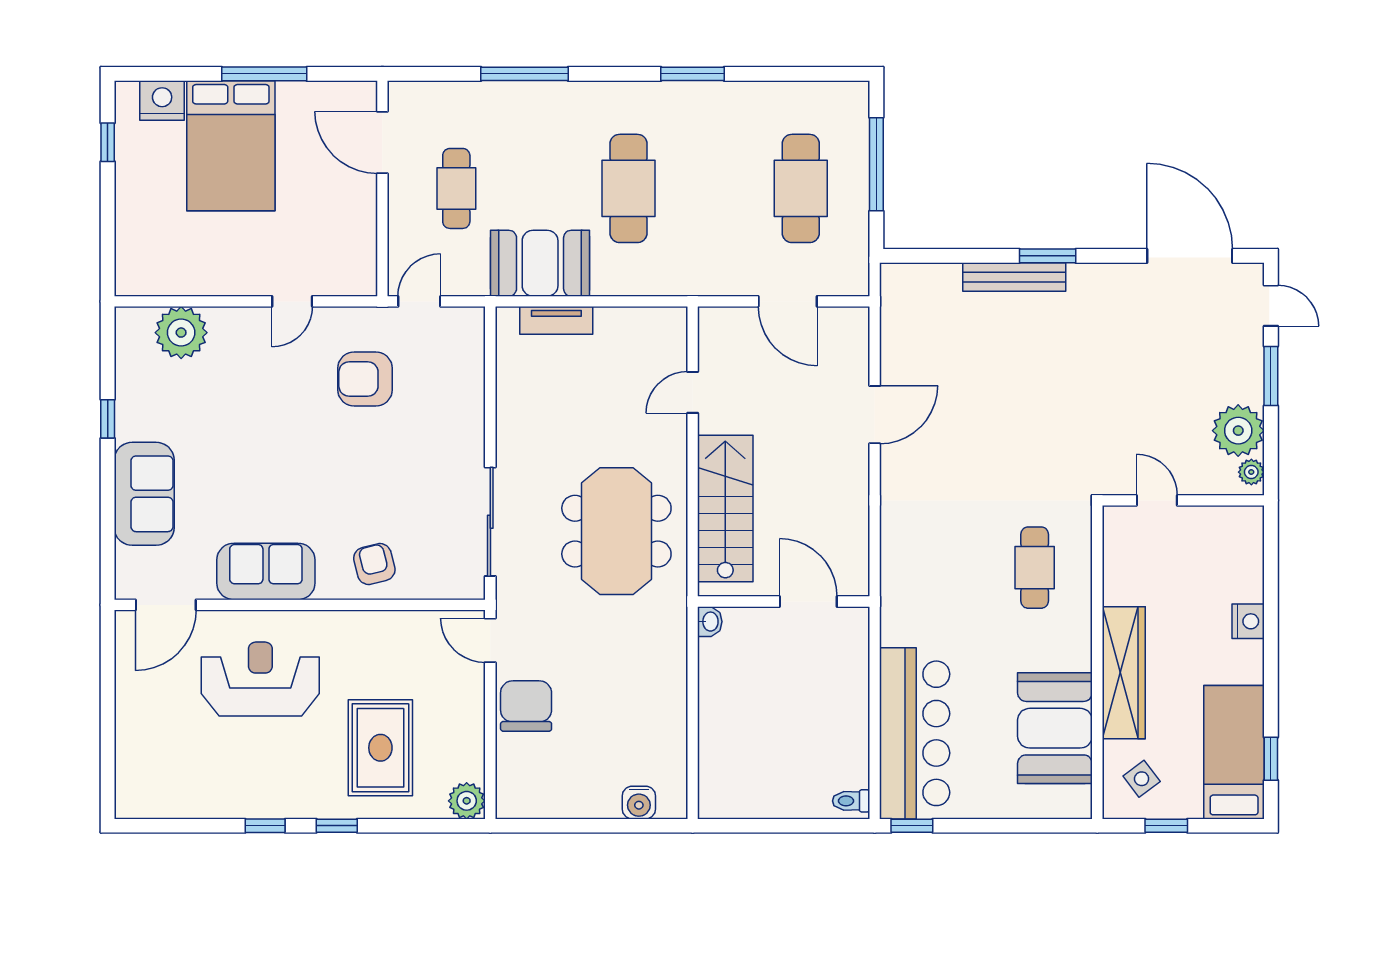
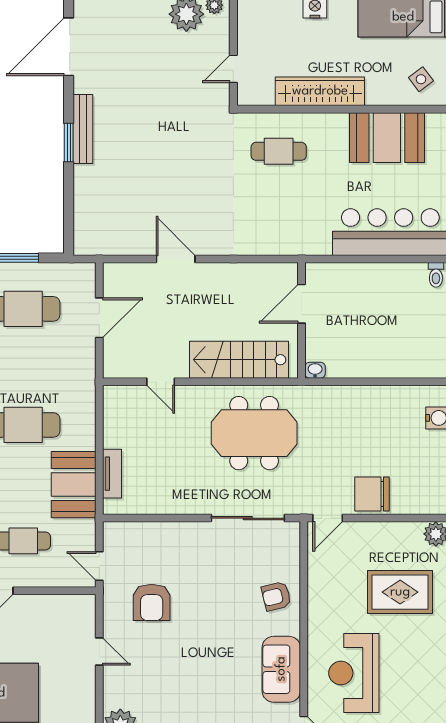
bench: (1014, 277) -> (83, 129), moved
wardrobe: (1124, 673) -> (320, 91), moved

